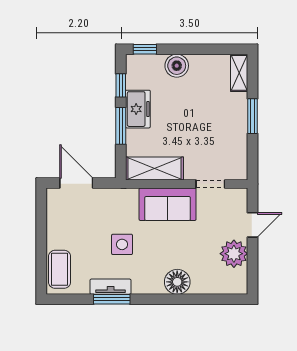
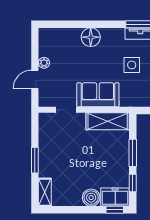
freezer: (138, 109) -> (115, 197), moved, turned 90
plant: (234, 254) -> (44, 63), width x0.53, depth x0.53

